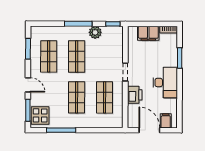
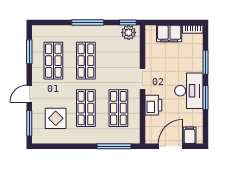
plant: (95, 32) -> (129, 33), moved
door: (28, 85) -> (29, 94), swing flipped
window: (180, 88) -> (206, 97), added
display table: (40, 115) -> (56, 118), moved
window: (61, 130) -> (114, 146), moved
door: (149, 130) -> (171, 146), hinge flipped

